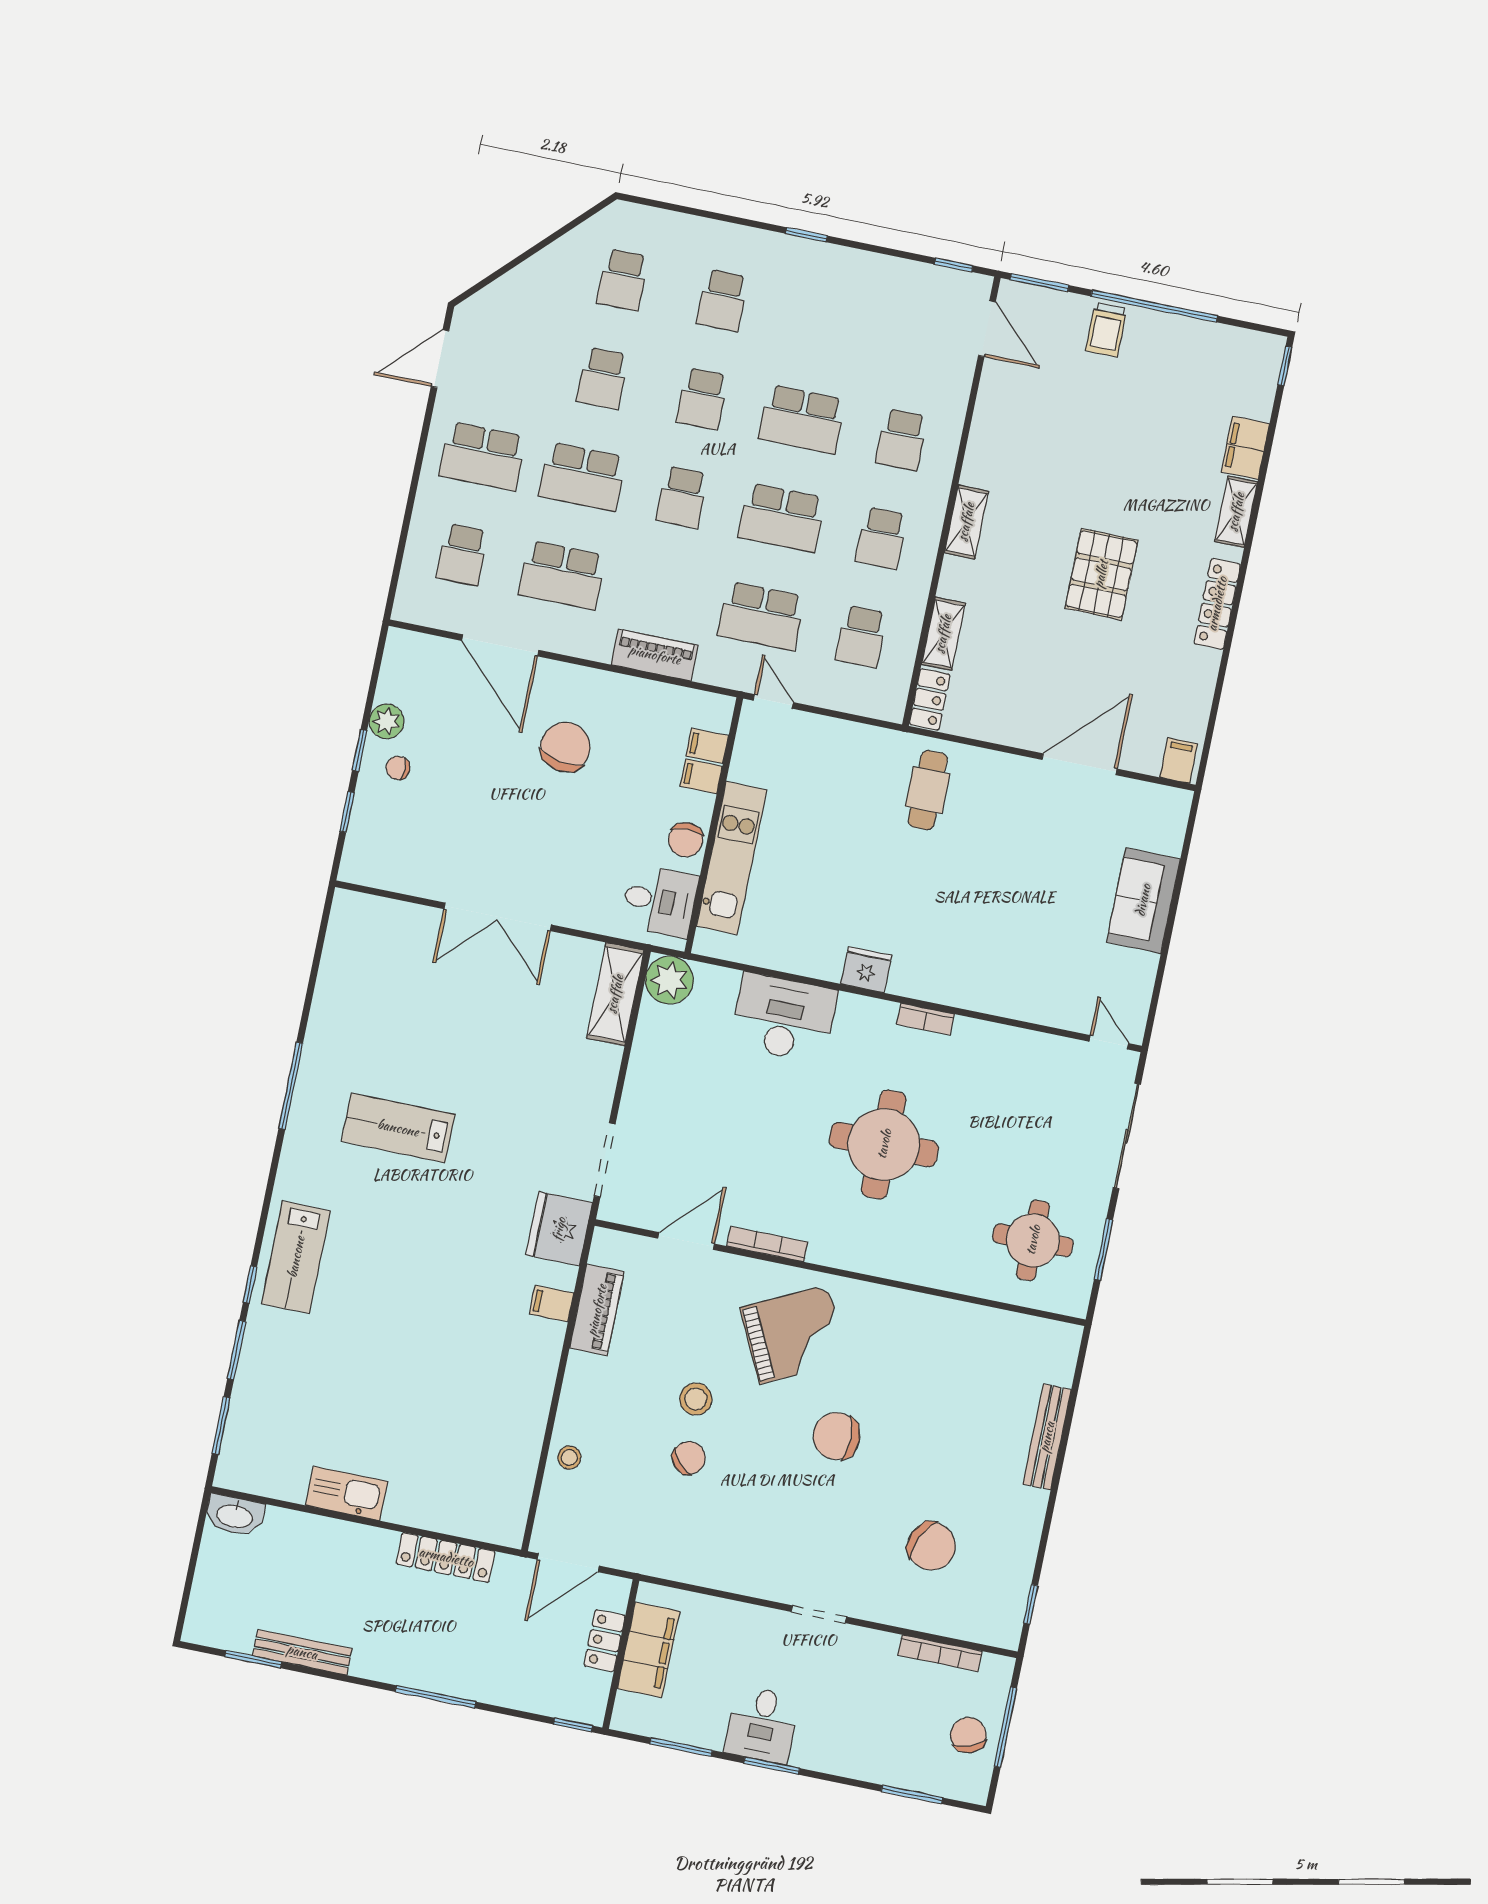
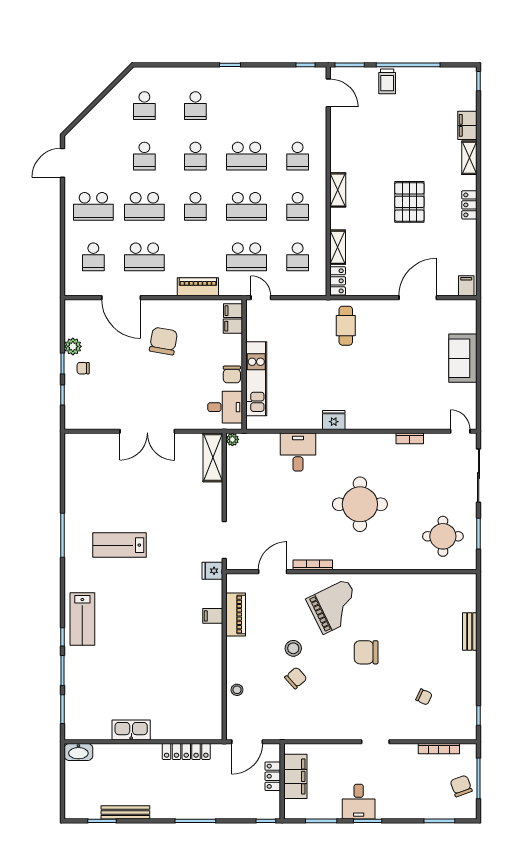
locker: (1217, 604) -> (469, 205), width x0.66
filing cabinet: (701, 776) -> (233, 311), moved
plant: (669, 980) -> (232, 439), width x0.53, depth x0.53
desk: (784, 1018) -> (298, 452), width x0.73
bookcase: (926, 1019) -> (410, 438), moved
fridge: (559, 1229) -> (212, 571), width x0.53, depth x0.75
bench: (1047, 1437) -> (470, 631), width x0.73
chair: (931, 1546) -> (424, 697), width x0.54, depth x0.54

